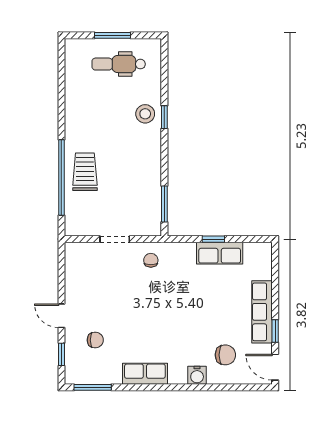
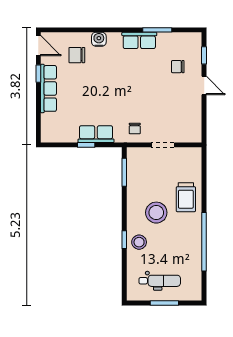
stool: (123, 152) -> (156, 213), added
window: (61, 177) -> (204, 242), moved
row of seats: (220, 253) -> (96, 134), moved
window: (93, 387) -> (157, 30), moved

